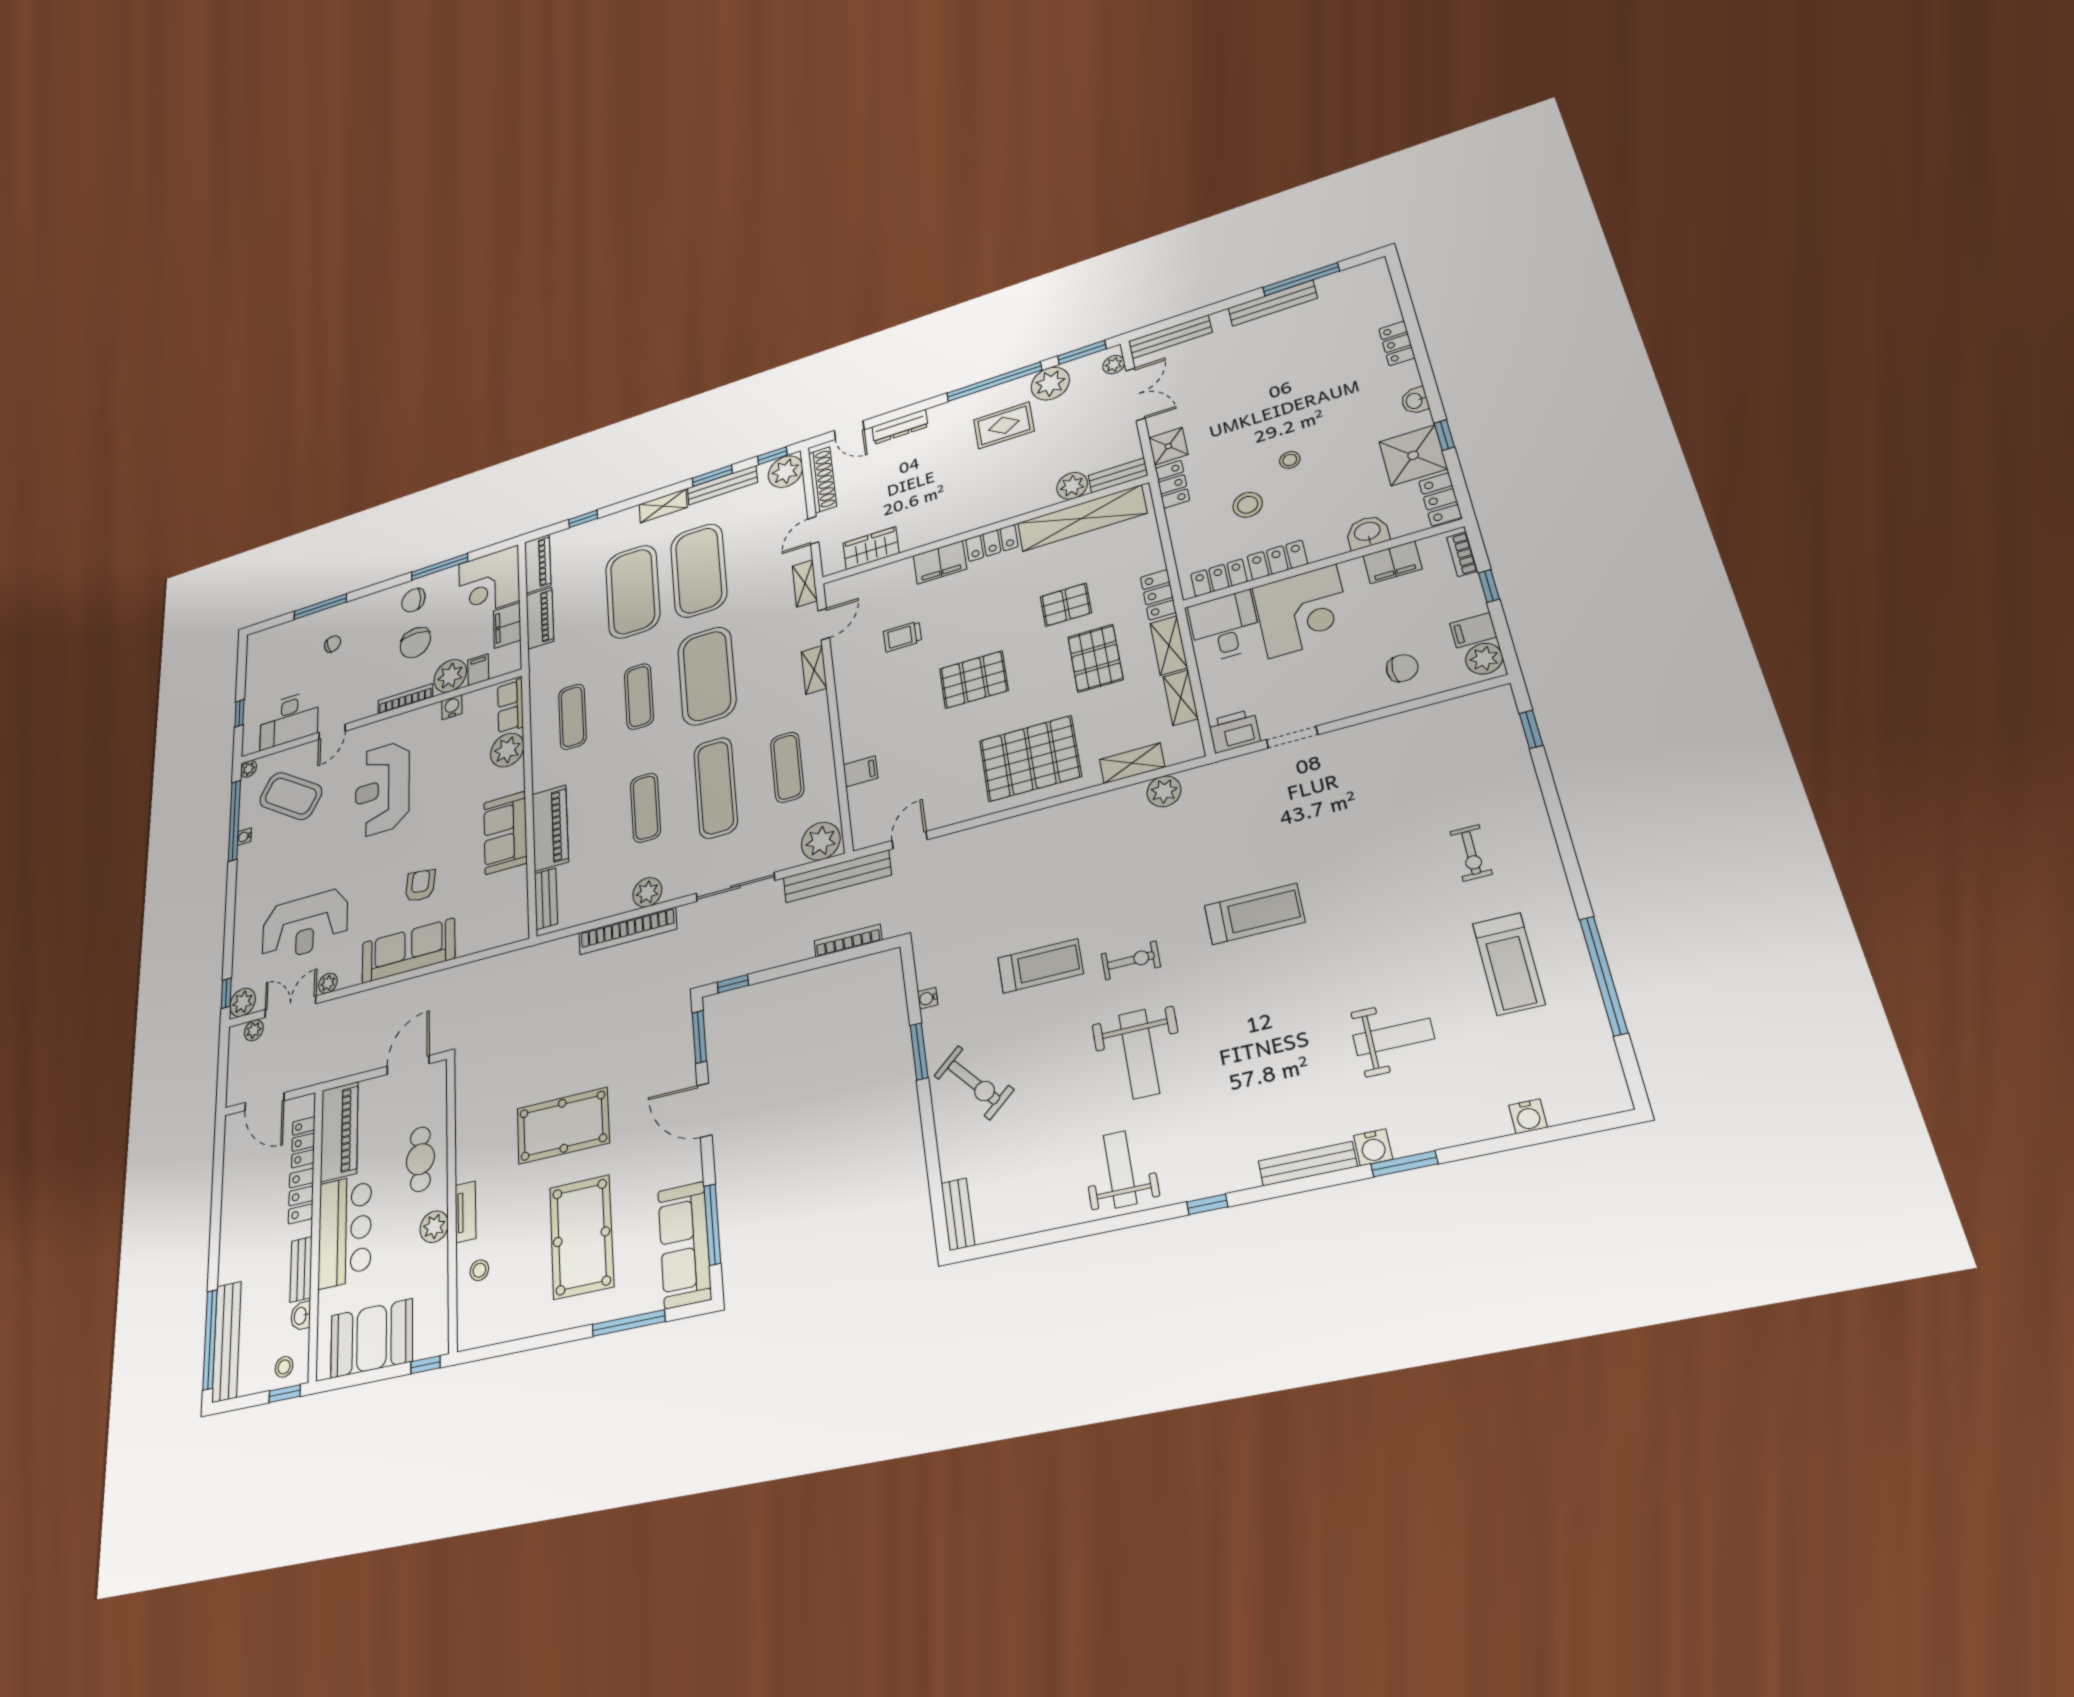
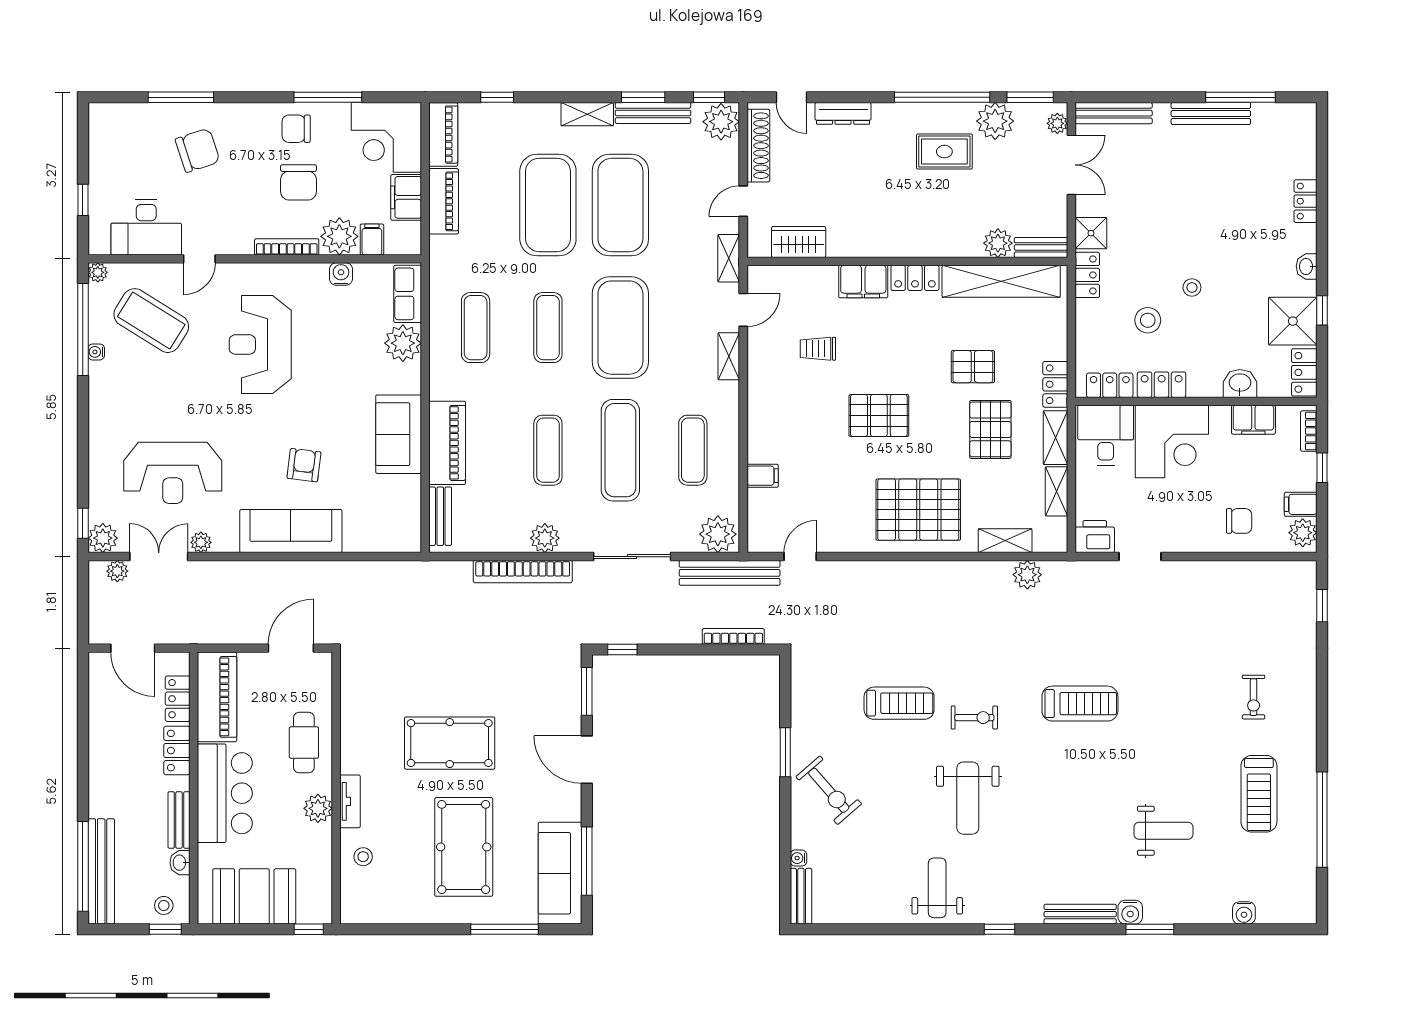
chair: (333, 644) -> (198, 150), width x1.87, depth x1.87
water cooler: (928, 998) -> (798, 858), moved

